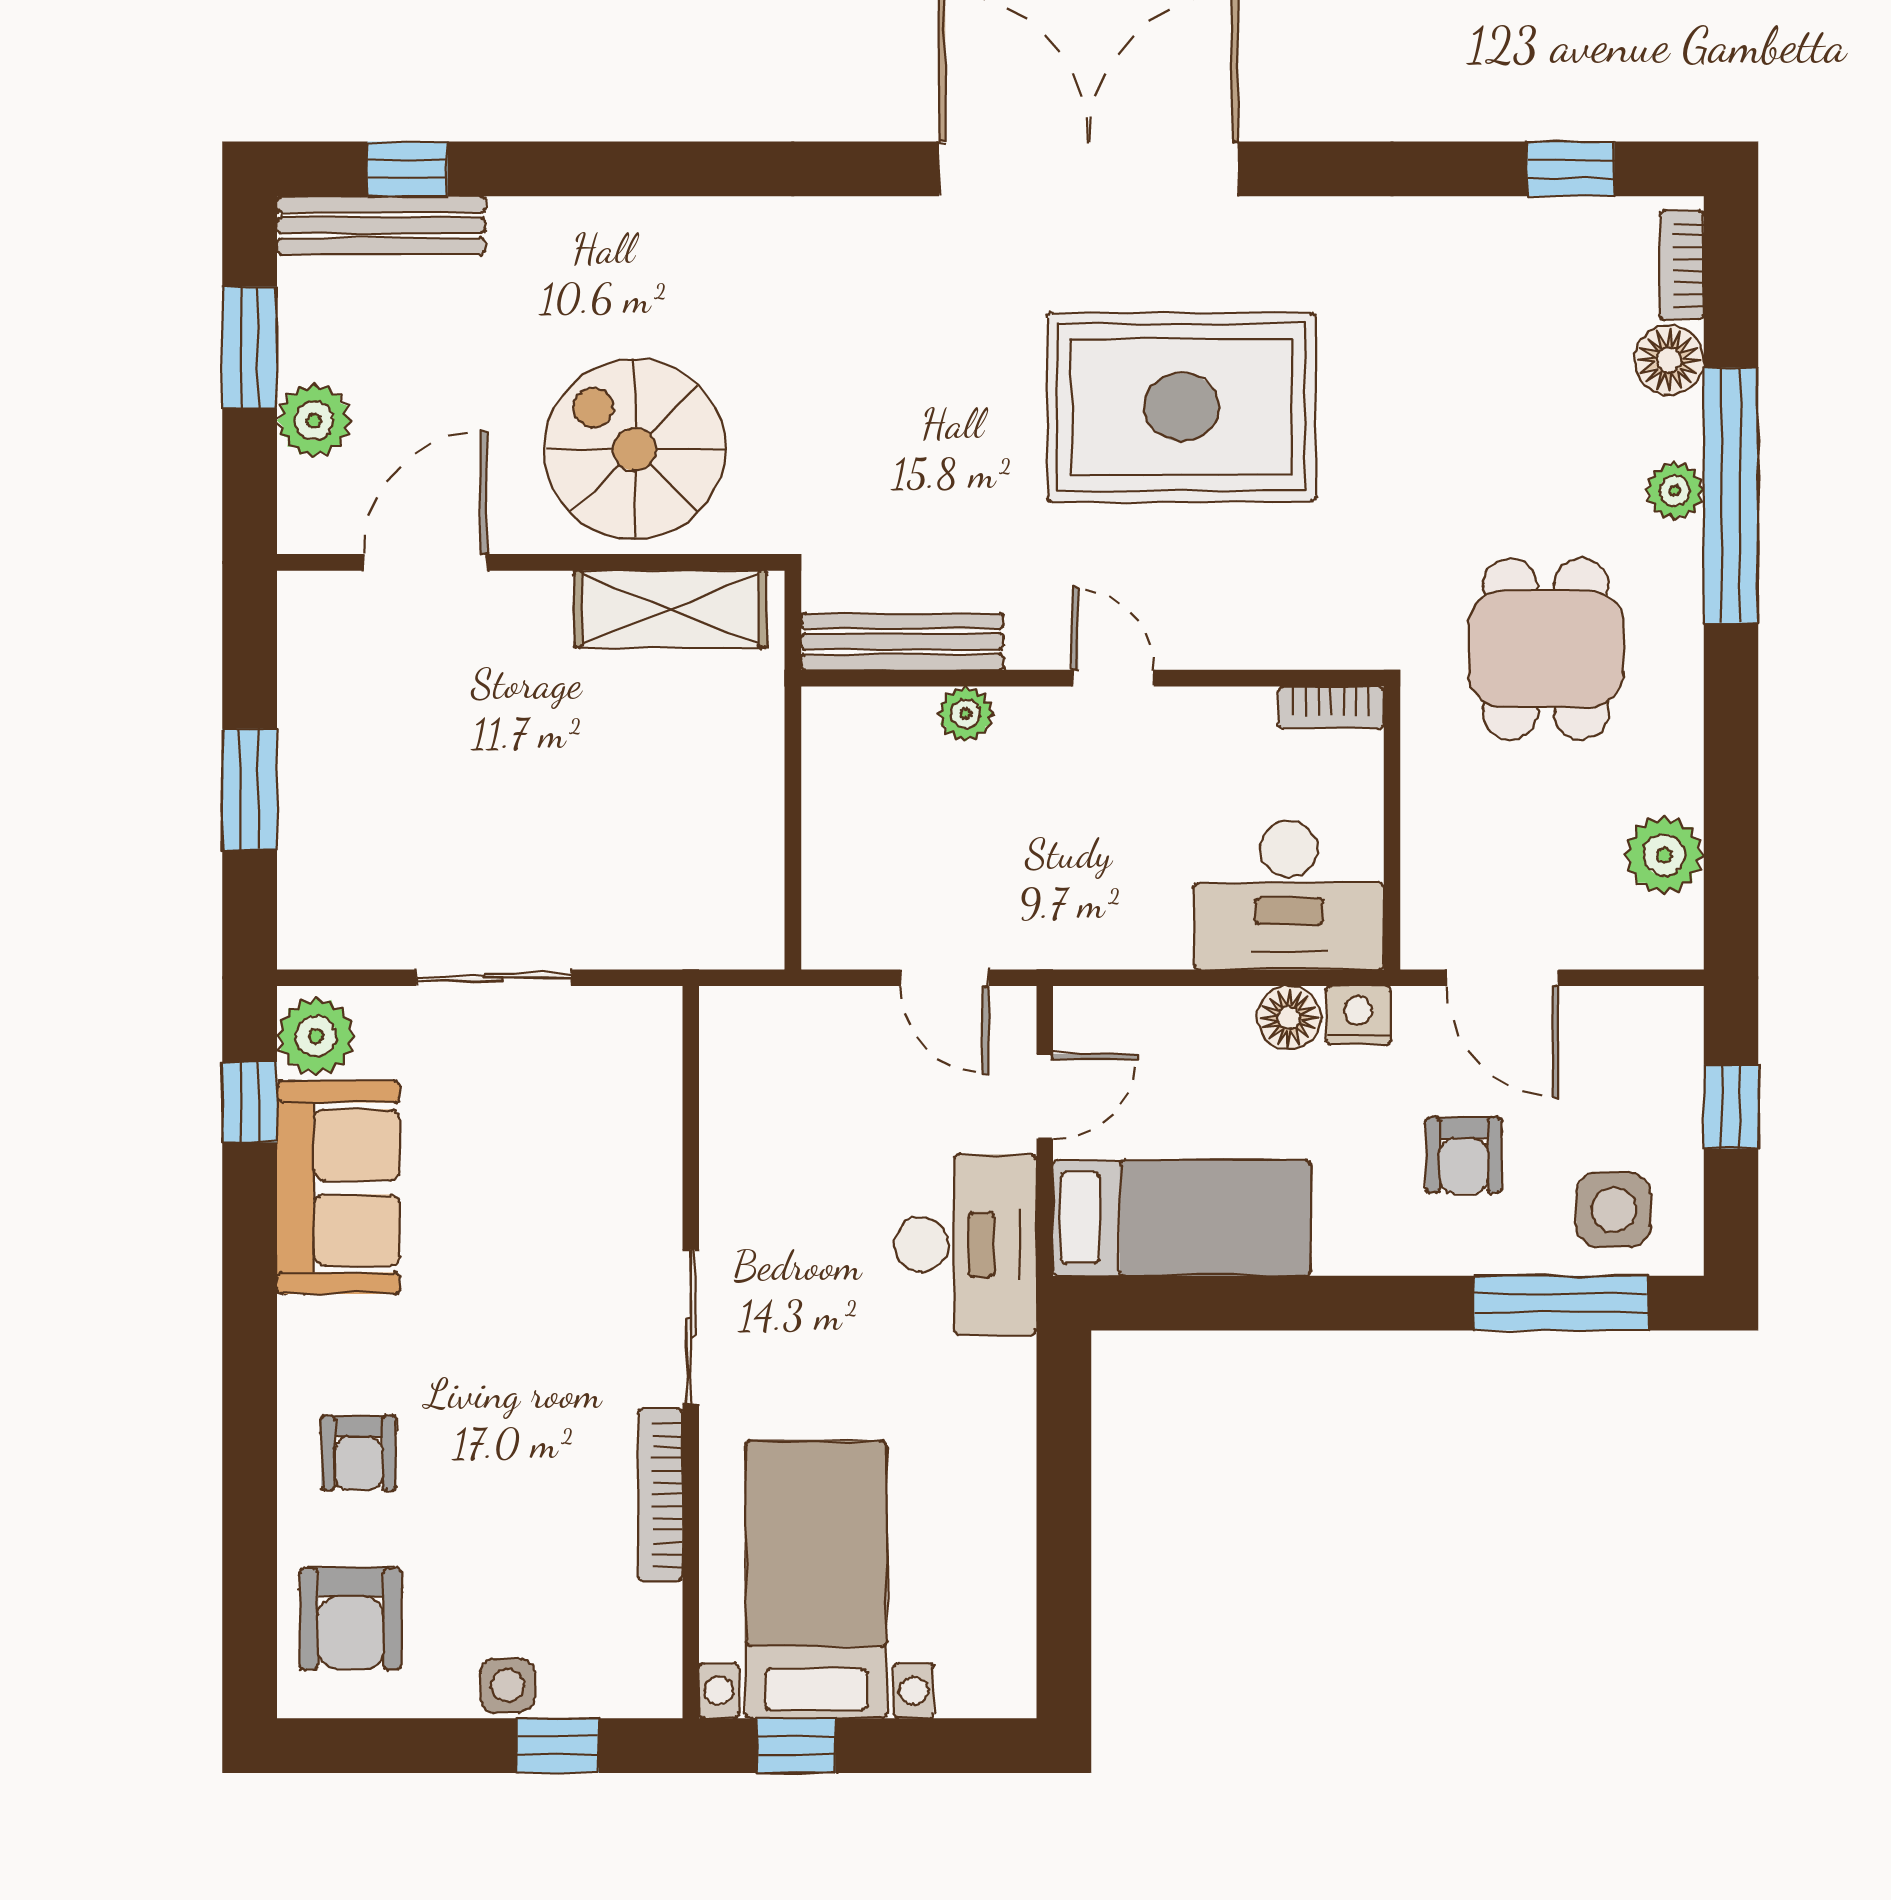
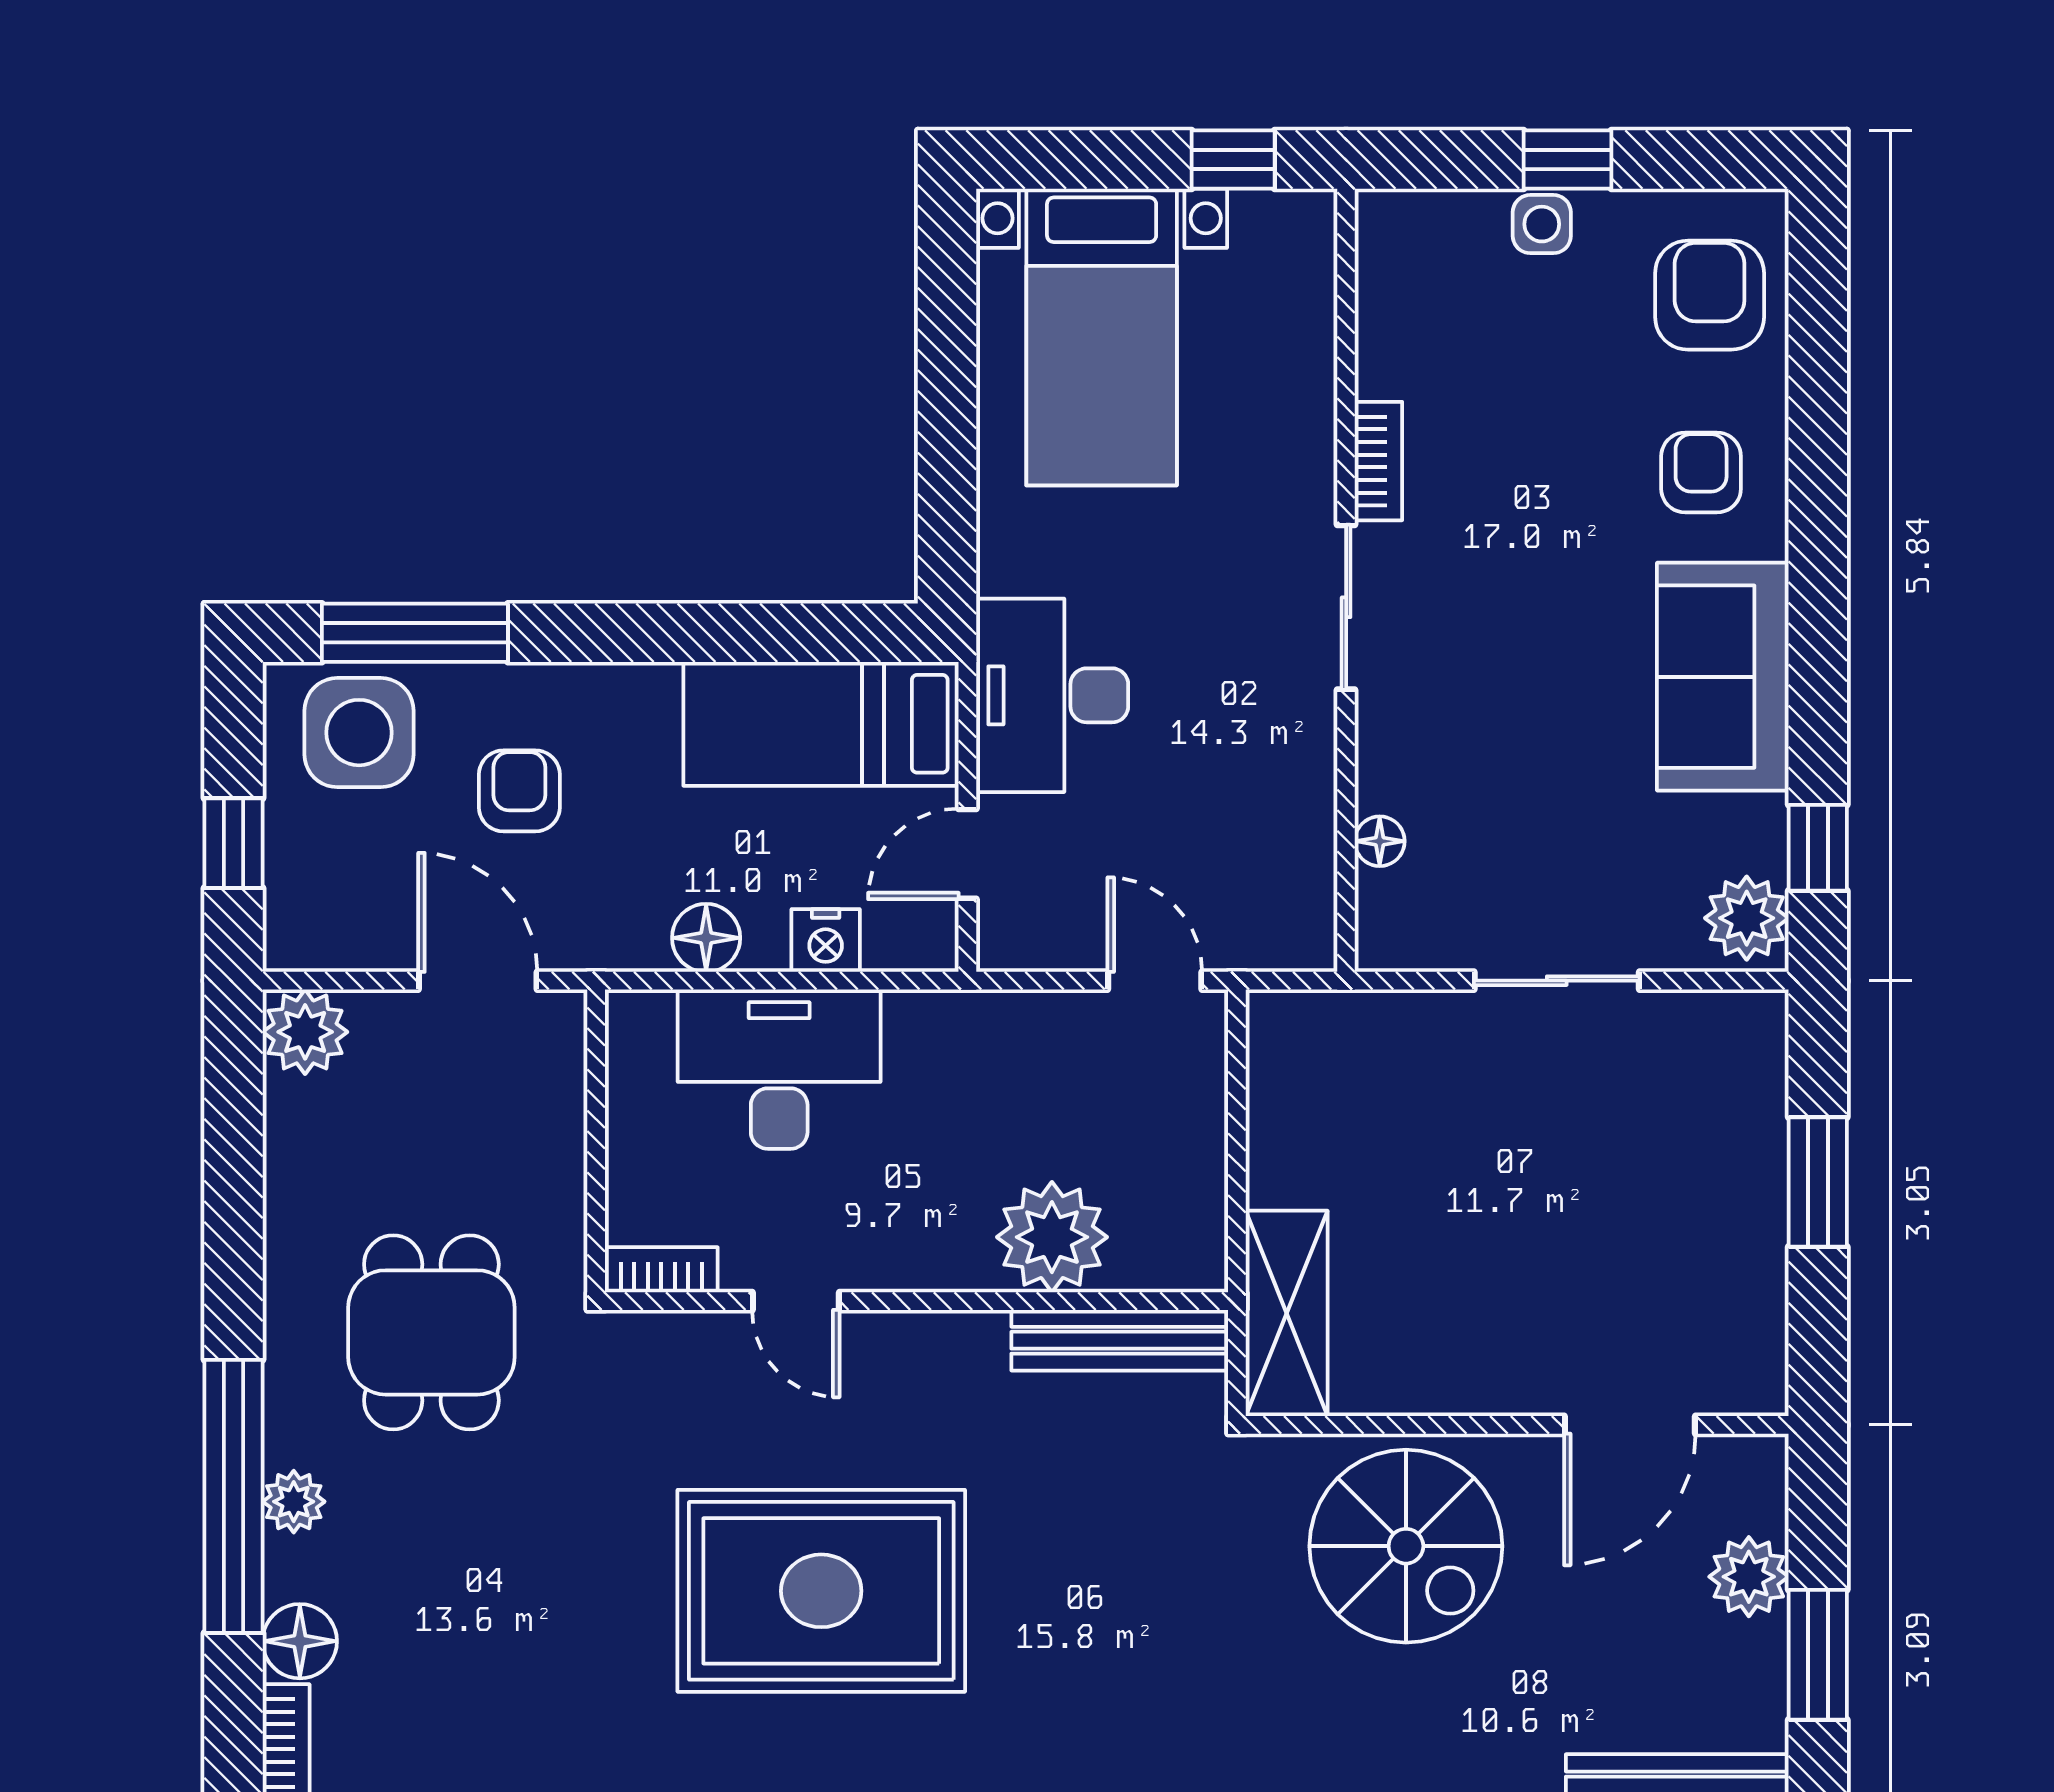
shelving: (670, 609) -> (1287, 1313), moved, turned 90
door: (1113, 678) -> (796, 1301), moved
plant: (966, 714) -> (1052, 1237), width x1.87, depth x1.87
plant: (1664, 855) -> (305, 1032), moved
desk: (1289, 895) -> (779, 1069), moved
door: (944, 978) -> (1155, 981), moved
nightstand: (1358, 1015) -> (826, 941), moved
floor lamp: (659, 1108) -> (1380, 841), added
sofa: (338, 1187) -> (1723, 677), moved
side table: (1614, 1210) -> (359, 733), width x1.37, depth x1.37
bookcase: (660, 1495) -> (1378, 461), width x0.64
bed with nightstands: (816, 1580) -> (1102, 337), moved
window: (558, 1746) -> (1567, 159), moved

